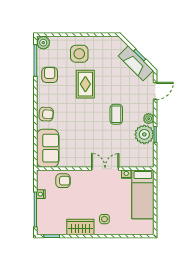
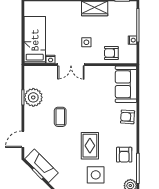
plant: (149, 119) -> (29, 113), removed
side table: (104, 219) -> (86, 42), moved

